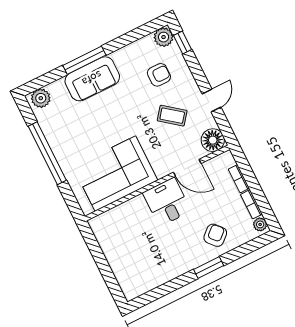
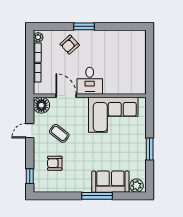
plant: (164, 37) -> (40, 186), removed
sofa: (92, 79) -> (110, 182), moved
window: (47, 153) -> (150, 149), width x0.47

